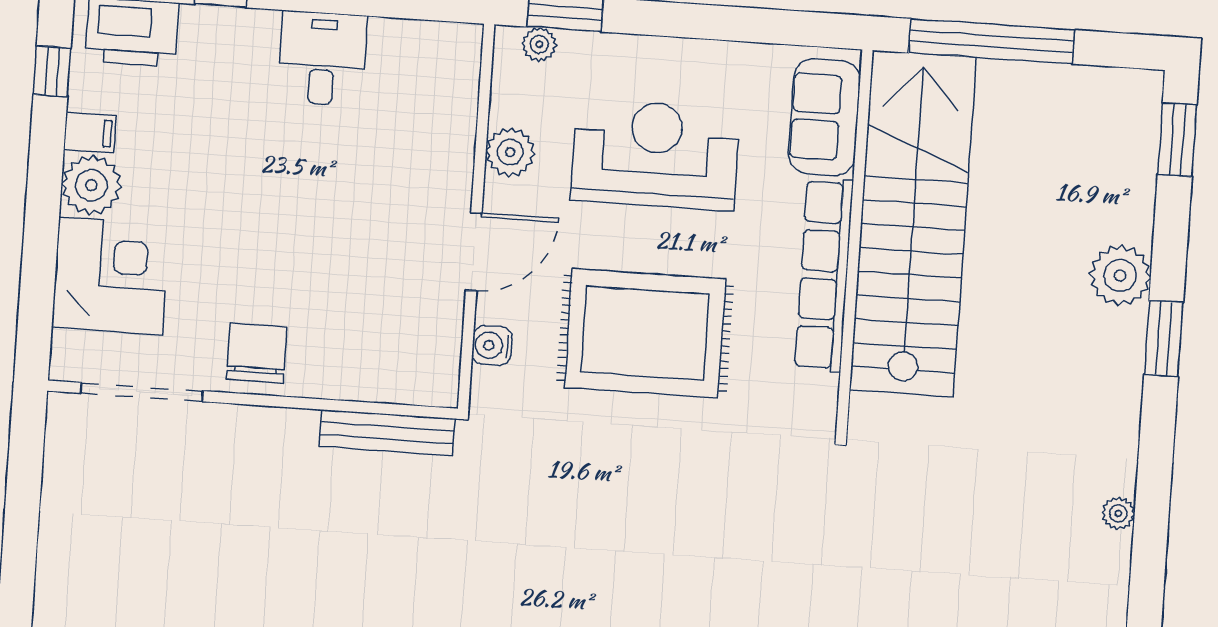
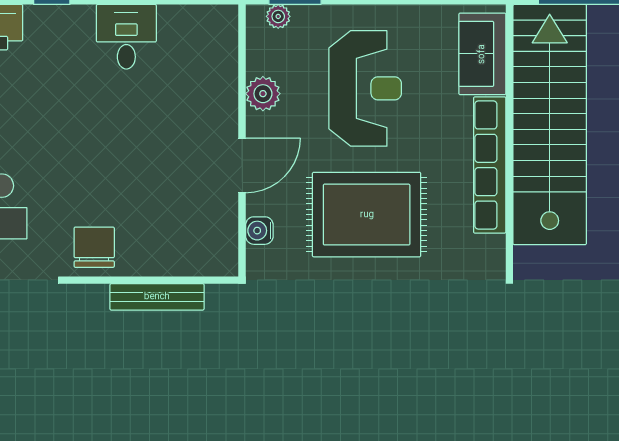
reception desk: (655, 155) -> (365, 88), turned 90
bench: (387, 433) -> (157, 297), moved

